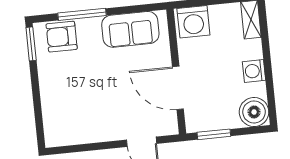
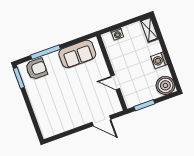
washing machine: (193, 22) -> (117, 34), width x0.53, depth x0.53
armchair: (62, 37) -> (36, 69), turned 180
door: (178, 88) -> (115, 82), width x0.53

